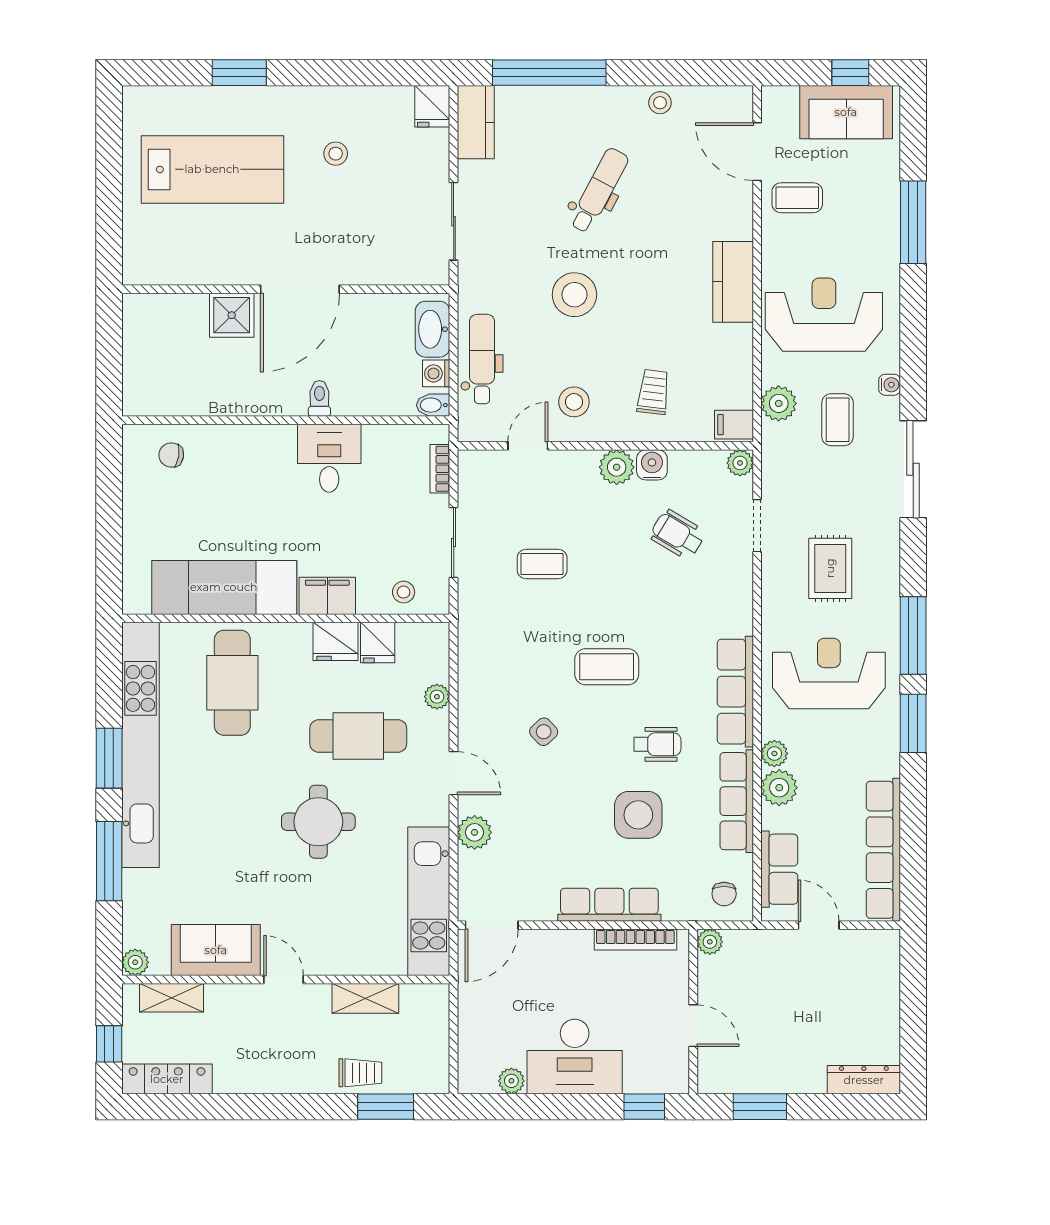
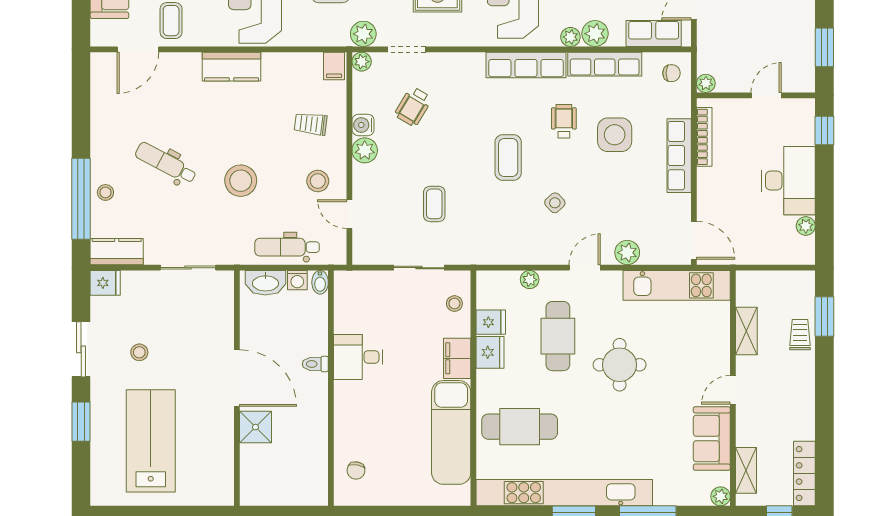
sliding door: (340, 73) -> (81, 349), added
stool: (660, 103) -> (105, 192), moved
plant: (779, 403) -> (363, 34), moved
bookcase: (440, 469) -> (366, 277), removed

